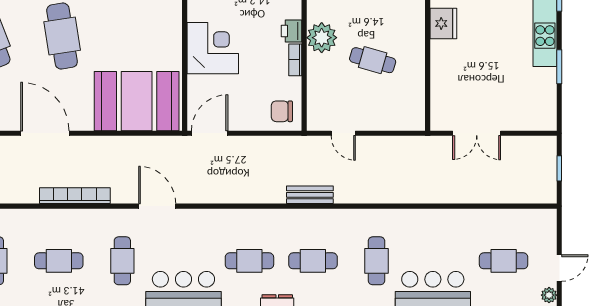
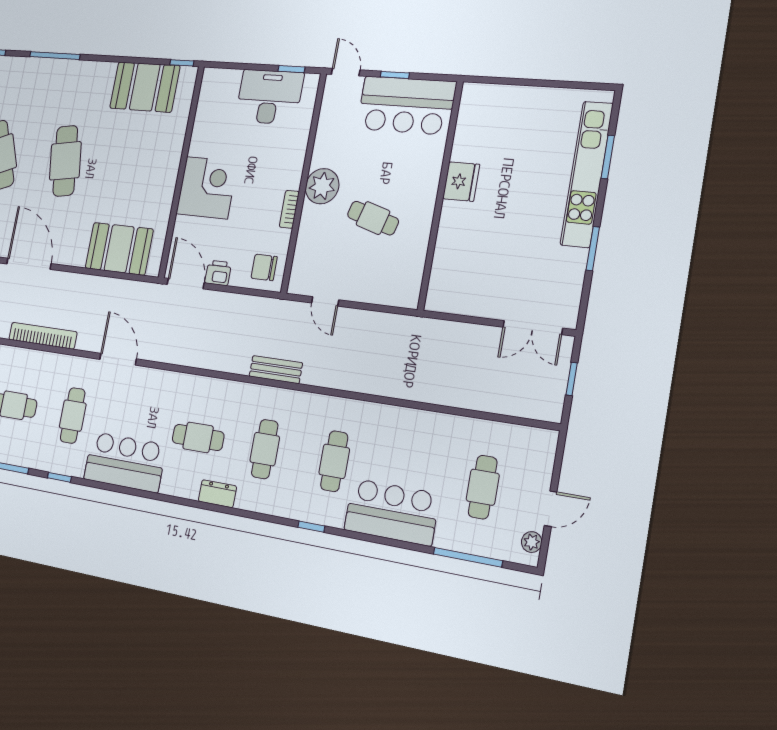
printer: (291, 31) -> (218, 273), moved, turned 90
booth: (137, 101) -> (119, 249), width x0.73, depth x0.70
door: (210, 133) -> (186, 284), hinge flipped
double door: (477, 133) -> (533, 328), moved
cafe table: (313, 261) -> (265, 449), turned 90
cafe table: (504, 261) -> (483, 487), turned 90

